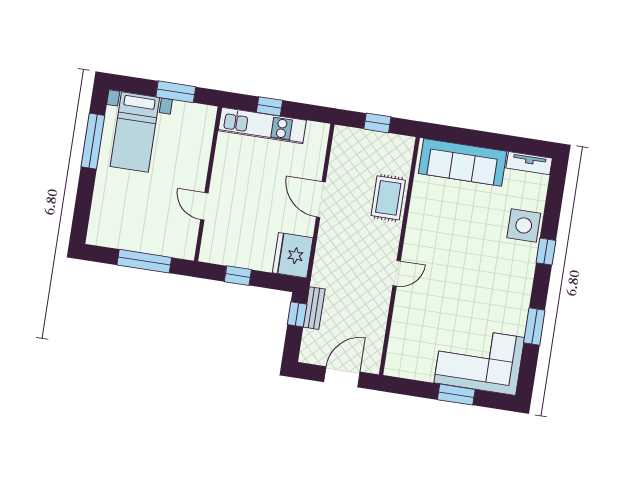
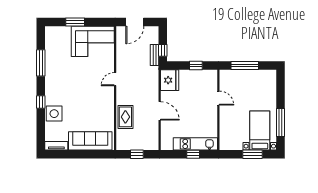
window: (176, 92) -> (253, 154), moved
window: (534, 326) -> (41, 63), width x1.44
corner sofa: (479, 360) -> (93, 41), moved

